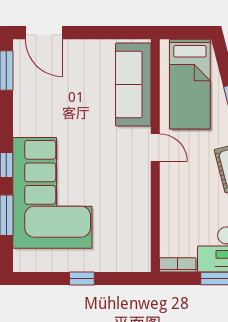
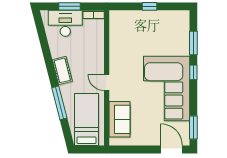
sofa: (133, 84) -> (120, 119), width x0.73
corner sofa: (52, 193) -> (167, 89), moved

